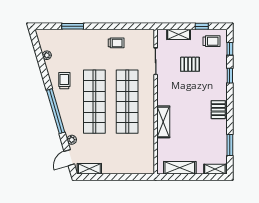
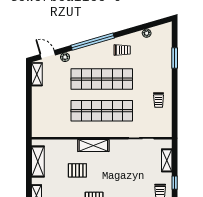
pallet: (190, 64) -> (77, 170), moved, turned 90
shelving: (163, 122) -> (93, 145), moved

